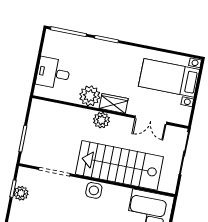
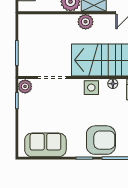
floor lamp: (117, 191) -> (113, 84), added
plant: (21, 193) -> (25, 86), moved

